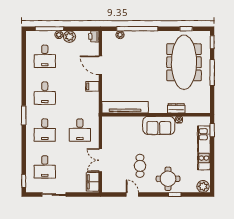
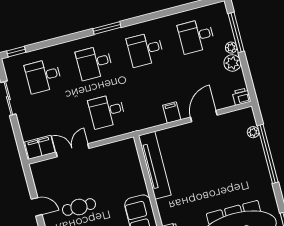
door: (132, 195) -> (37, 207), hinge flipped

